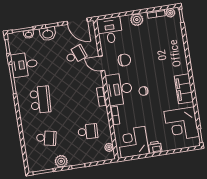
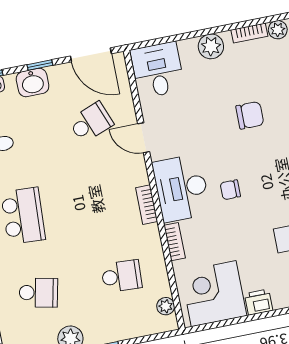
chair: (124, 60) -> (250, 115), moved

